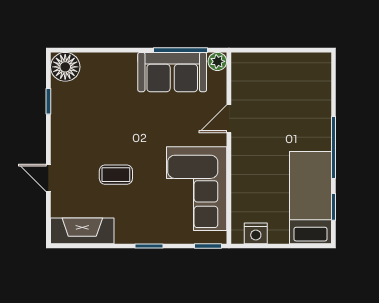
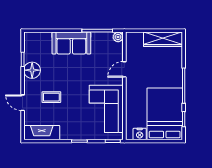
wardrobe: (297, 65) -> (163, 39), added
floor lamp: (65, 67) -> (32, 70), moved
sofa: (172, 72) -> (71, 43), moved
coffee table: (116, 175) -> (51, 97), moved
bed: (310, 198) -> (165, 114), width x1.50

